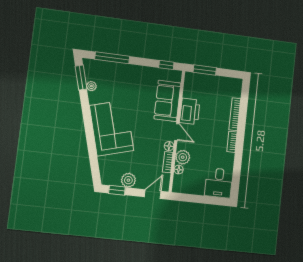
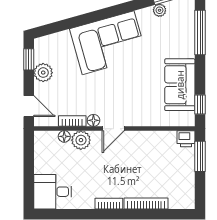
sofa: (167, 101) -> (180, 85), moved, turned -90
printer: (190, 111) -> (186, 139), moved, width x0.53, depth x0.68

